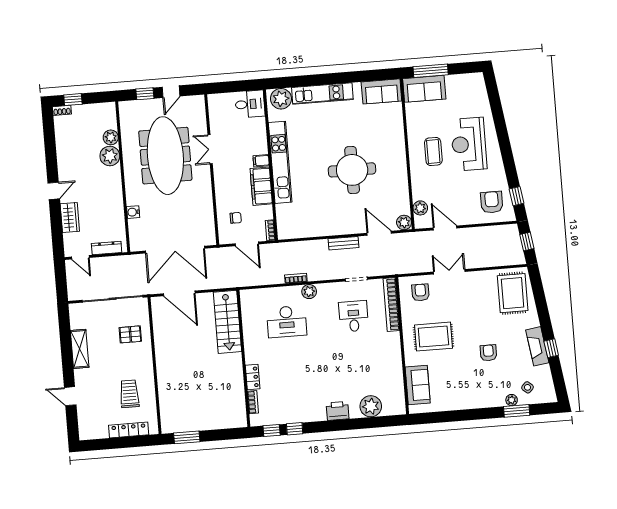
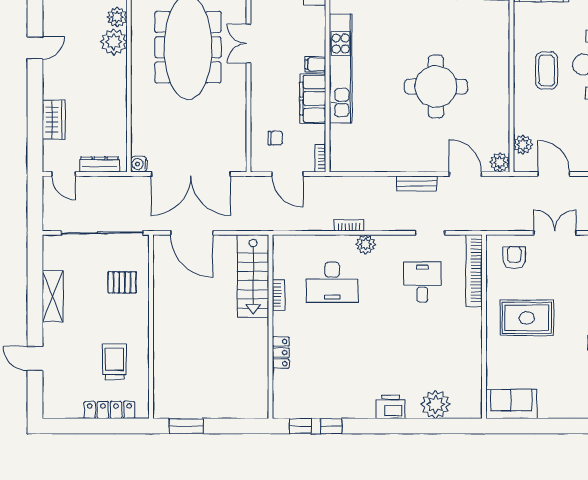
door: (54, 191) -> (35, 48), moved
water cooler: (133, 212) -> (139, 164), moved
sofa: (418, 385) -> (511, 404), moved, turned -90
bookcase: (253, 402) -> (279, 295), moved

